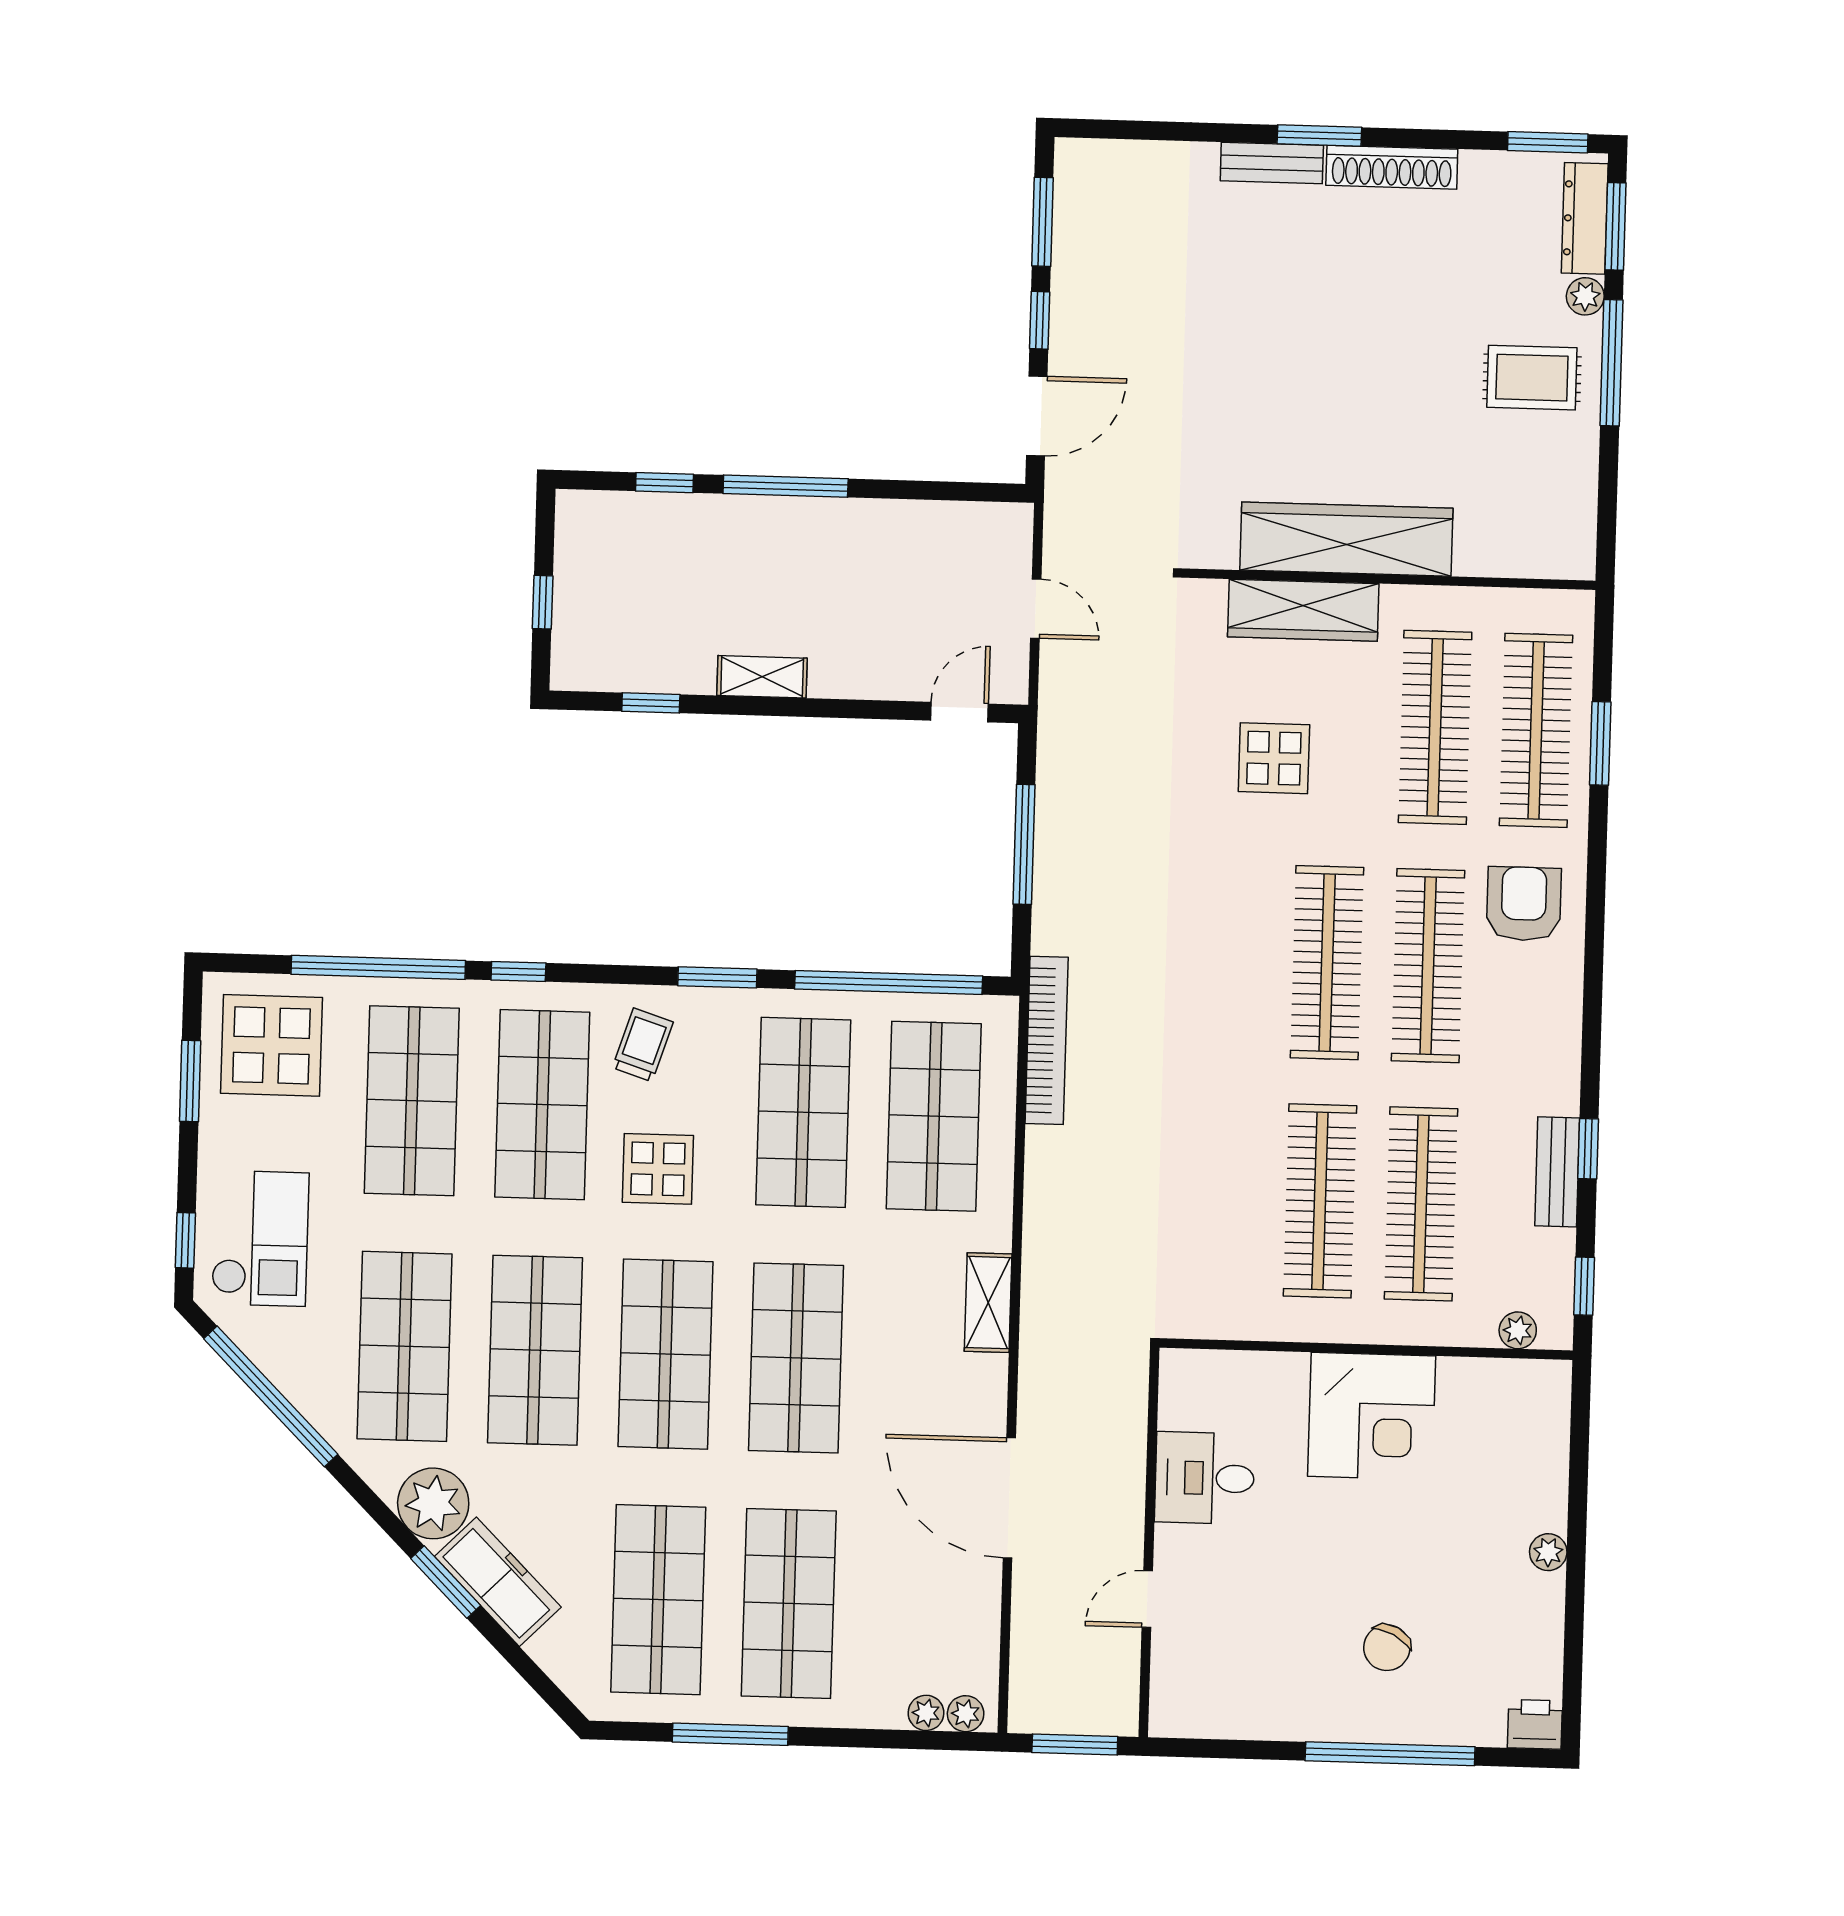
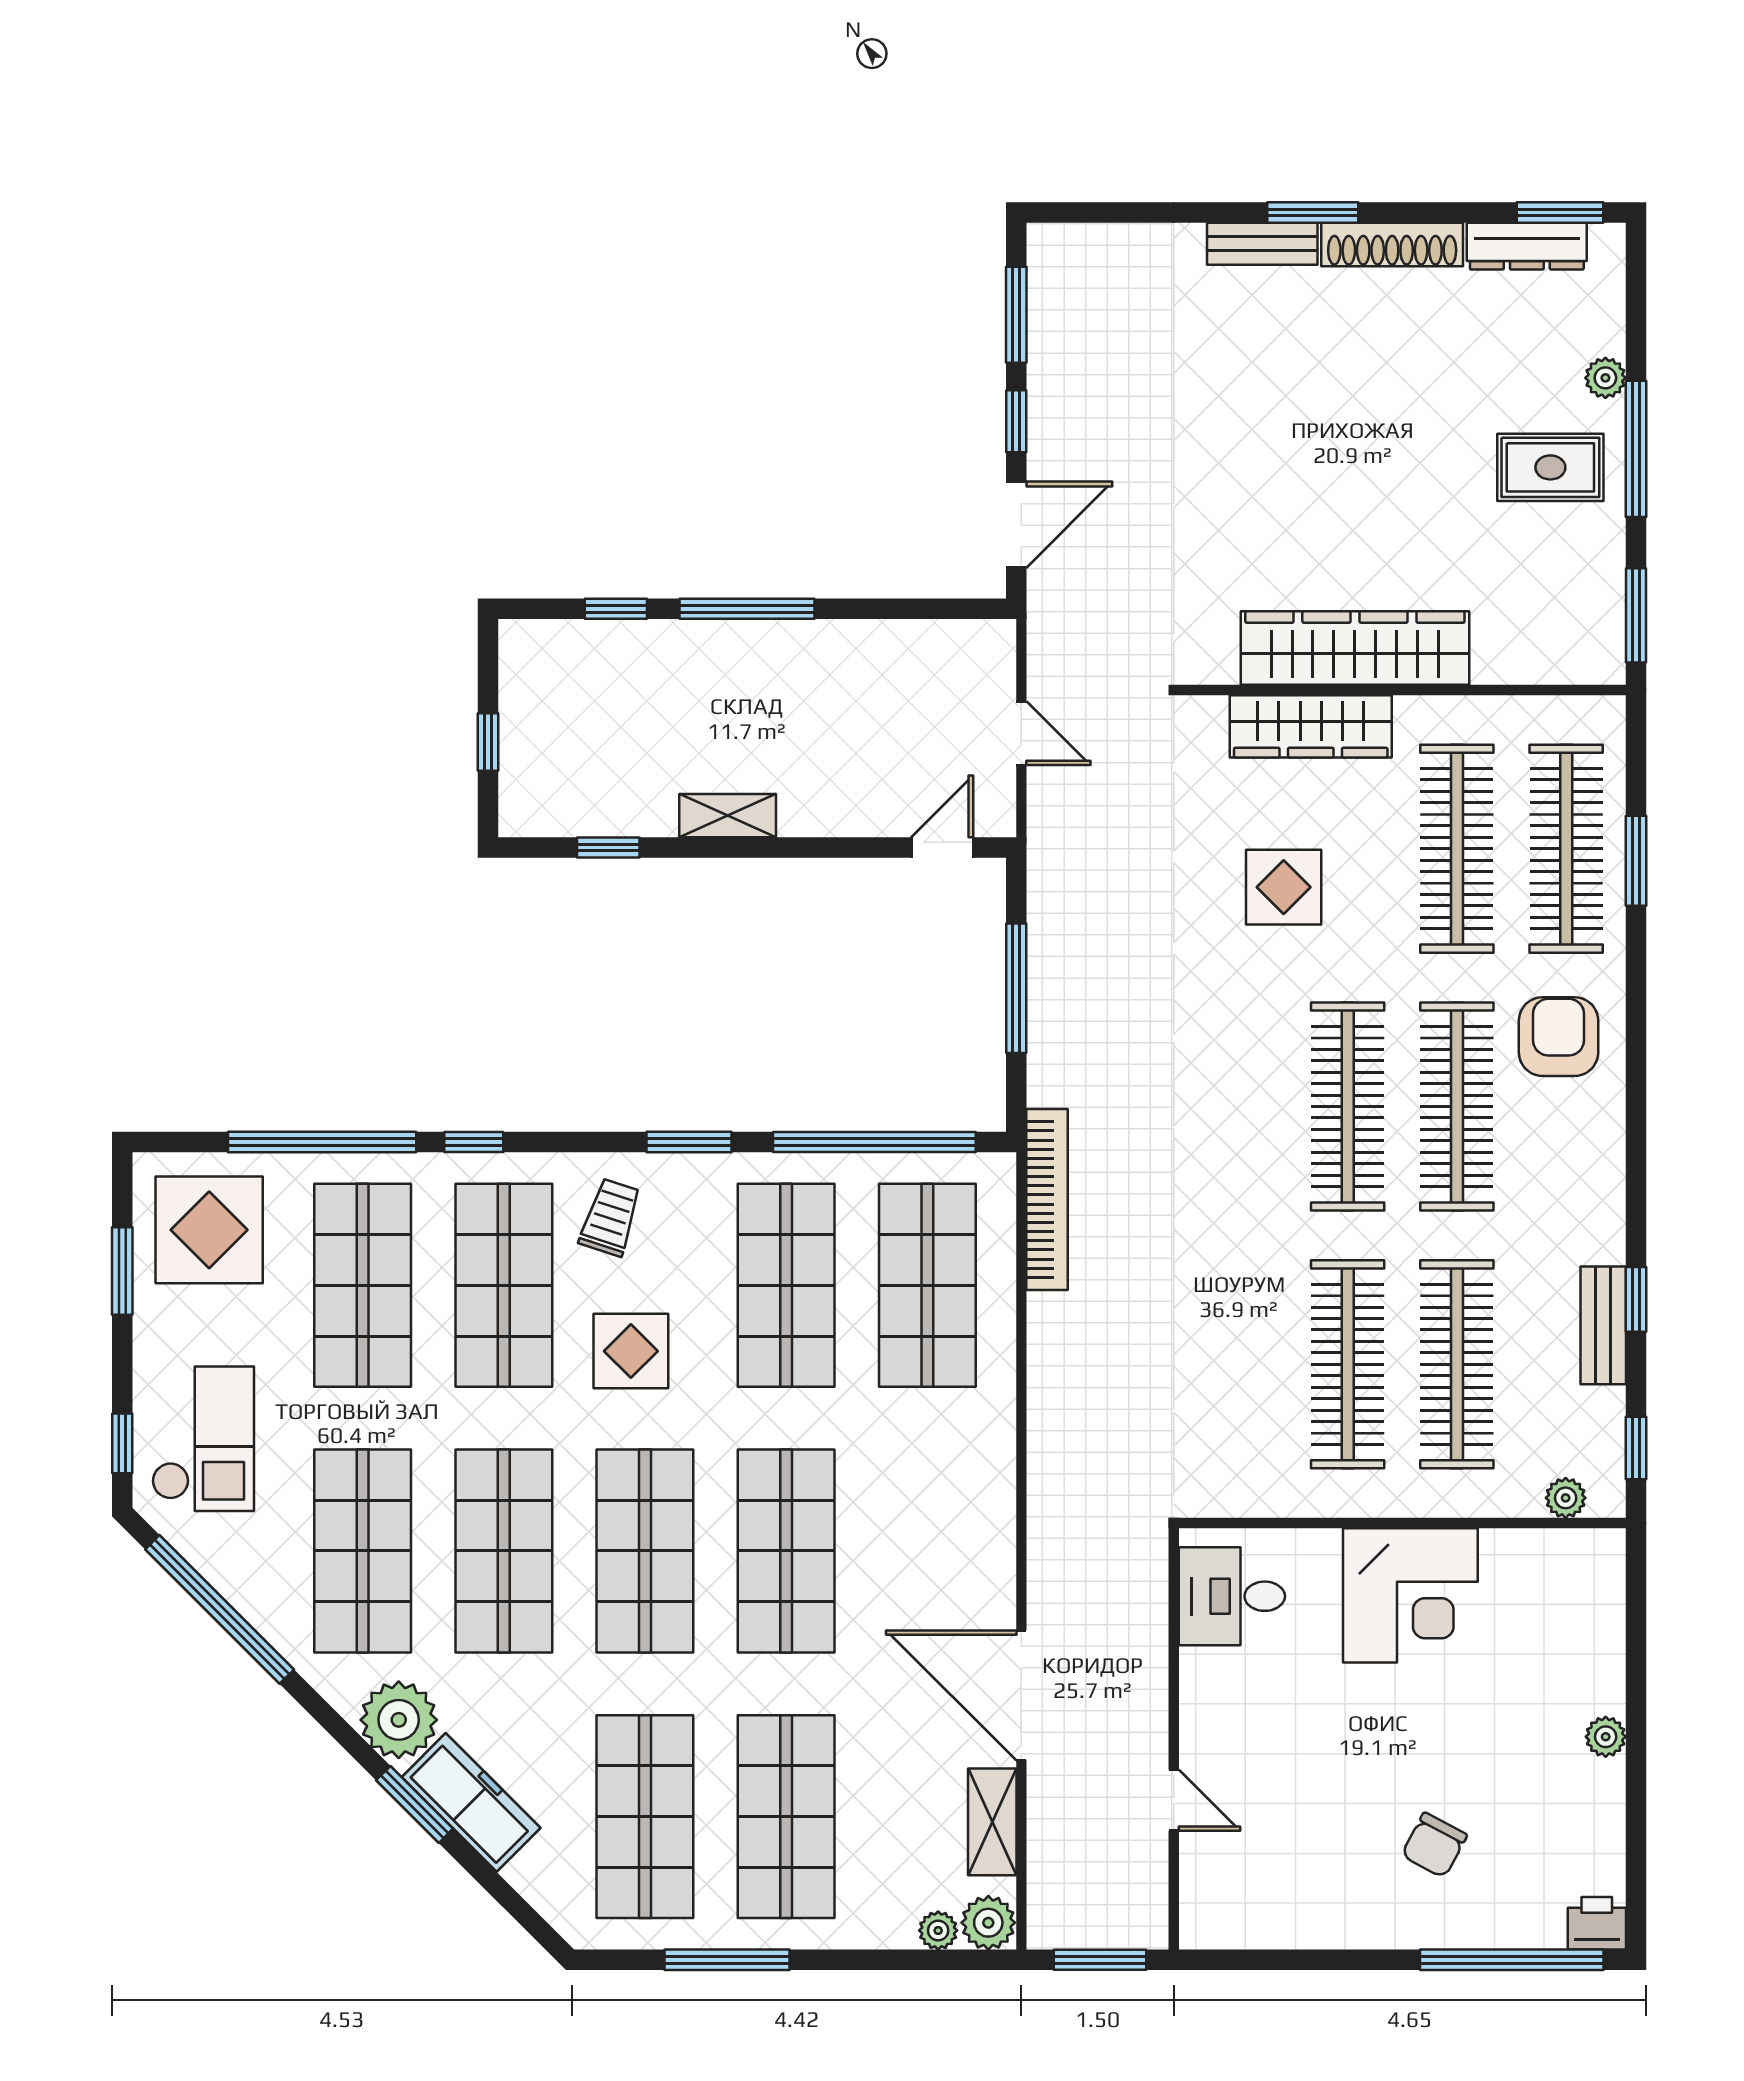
dresser: (1585, 218) -> (1527, 246), moved, turned -90
window: (1616, 226) -> (1636, 615), moved
shelving: (988, 1303) -> (992, 1822), moved
desk: (1205, 1478) -> (1232, 1596), moved
door: (1147, 1599) -> (1174, 1800), swing flipped
plant: (966, 1714) -> (988, 1923), width x1.38, depth x1.38
window: (1390, 1754) -> (1512, 1960), moved

